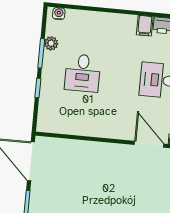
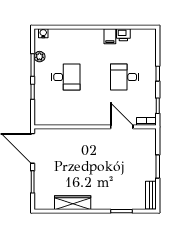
desk: (83, 73) -> (66, 77), turned -90

